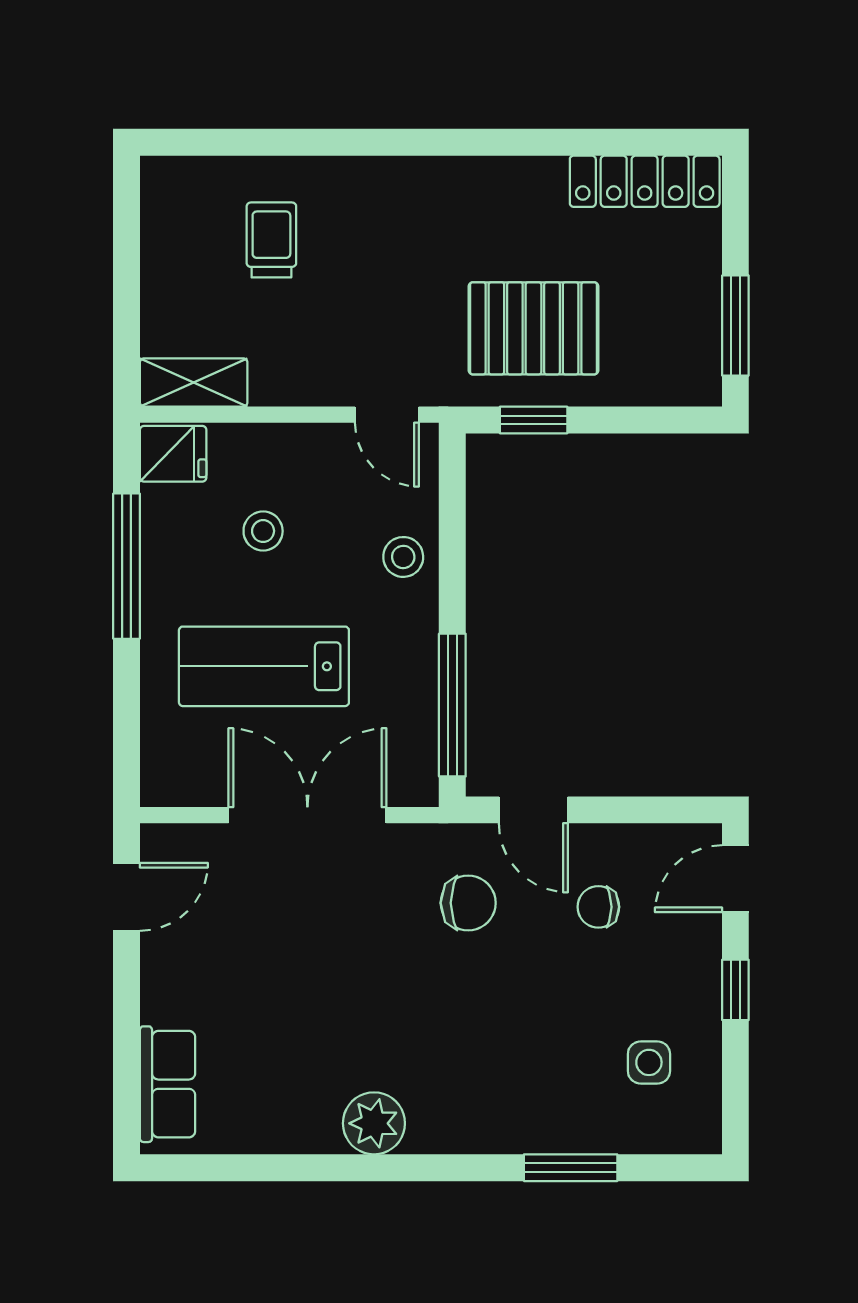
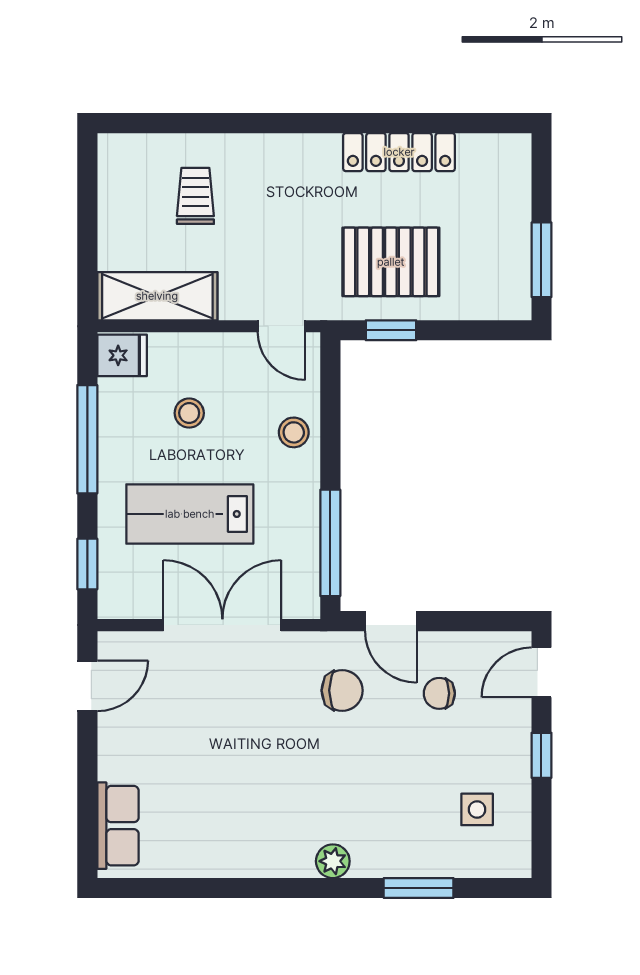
locker: (645, 181) -> (399, 152), moved
shelving: (194, 382) -> (157, 296), width x1.50, depth x1.33
window: (127, 733) -> (87, 564), added
plant: (374, 1123) -> (333, 861), moved, width x0.73, depth x0.73

